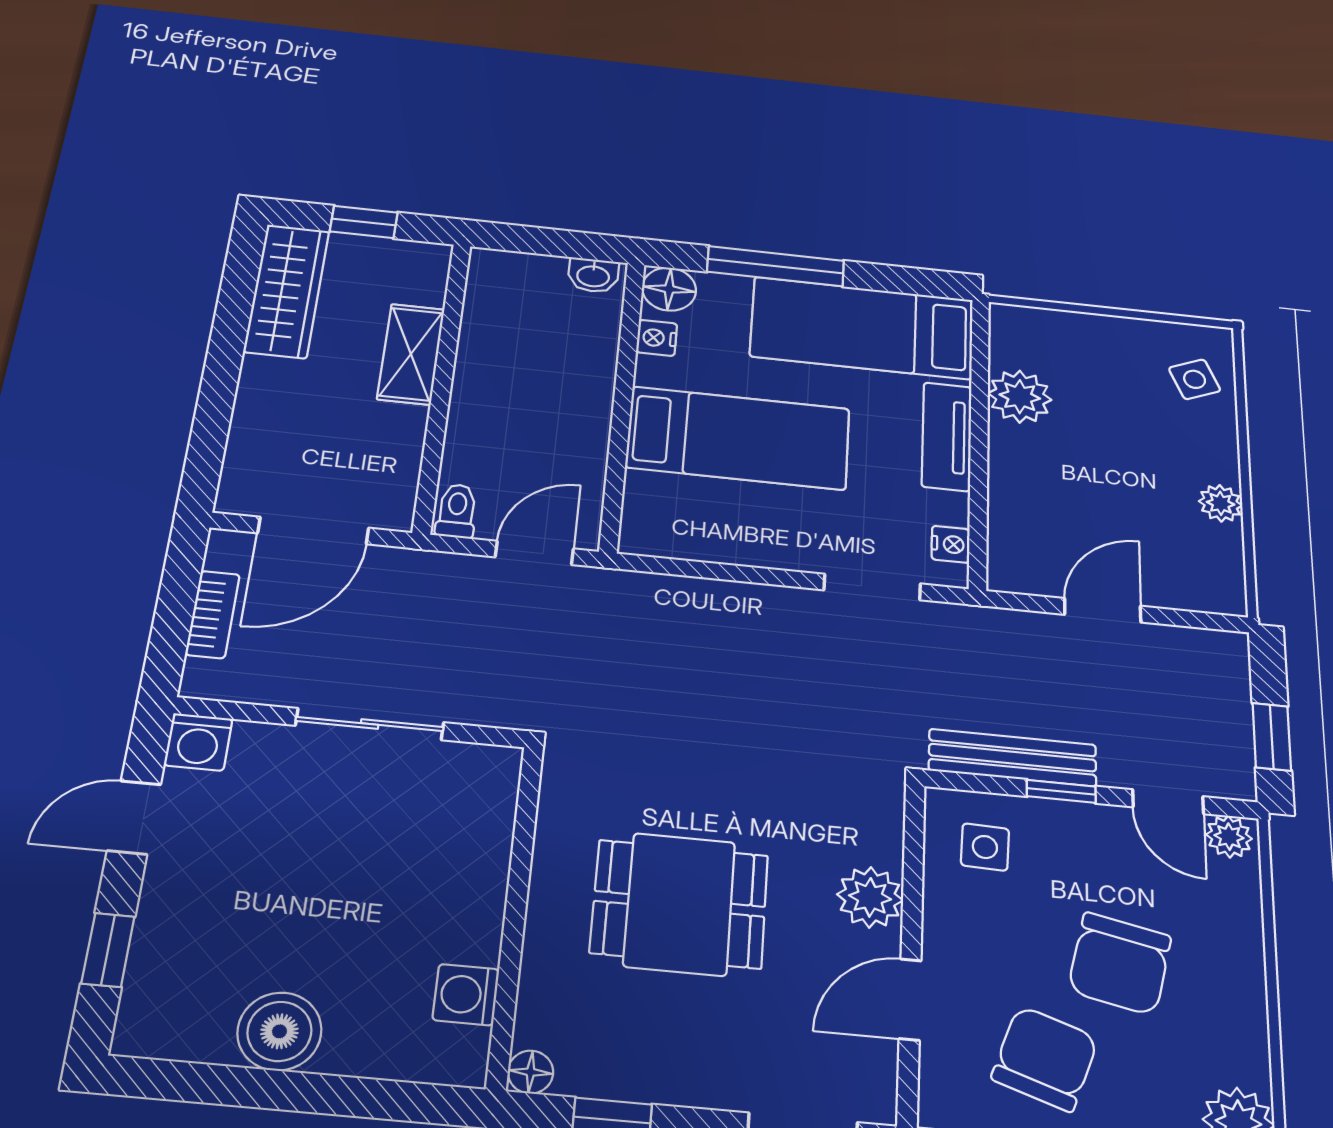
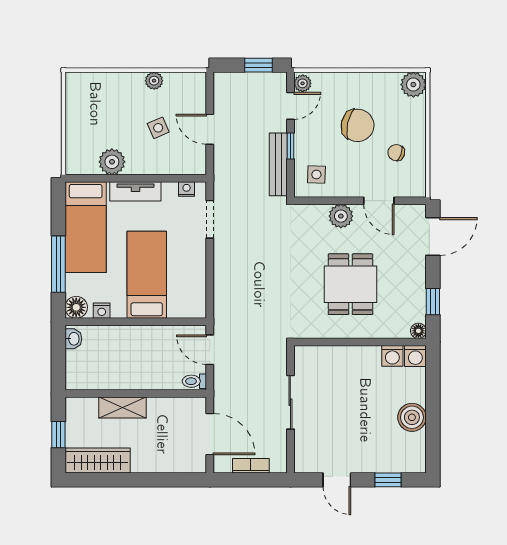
side table: (1195, 379) -> (158, 128), moved
washing machine: (198, 742) -> (415, 356), moved, turned 90
chair: (1045, 1058) -> (396, 153), width x0.54, depth x0.54

